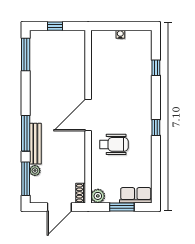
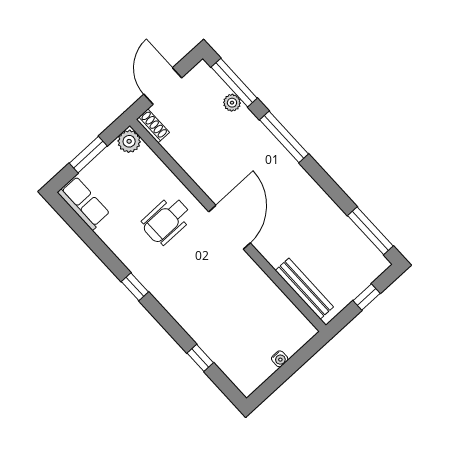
bench: (35, 144) -> (304, 289), moved
row of seats: (136, 195) -> (84, 203), moved, turned -90

